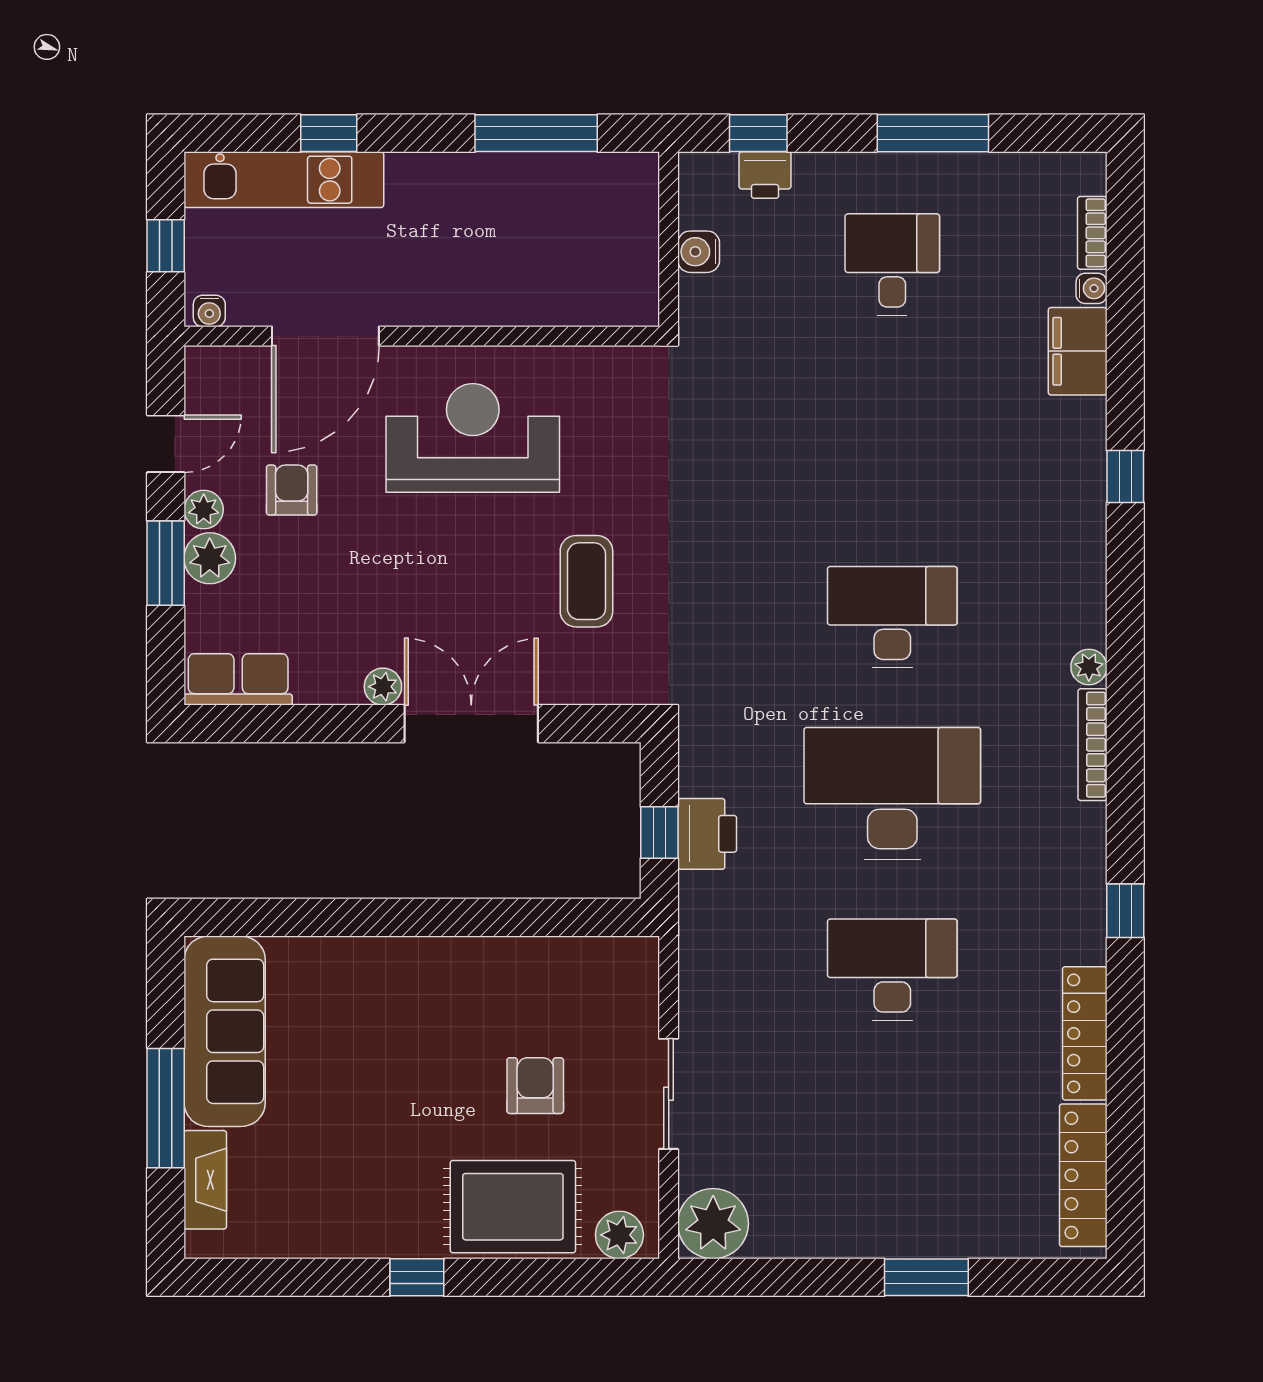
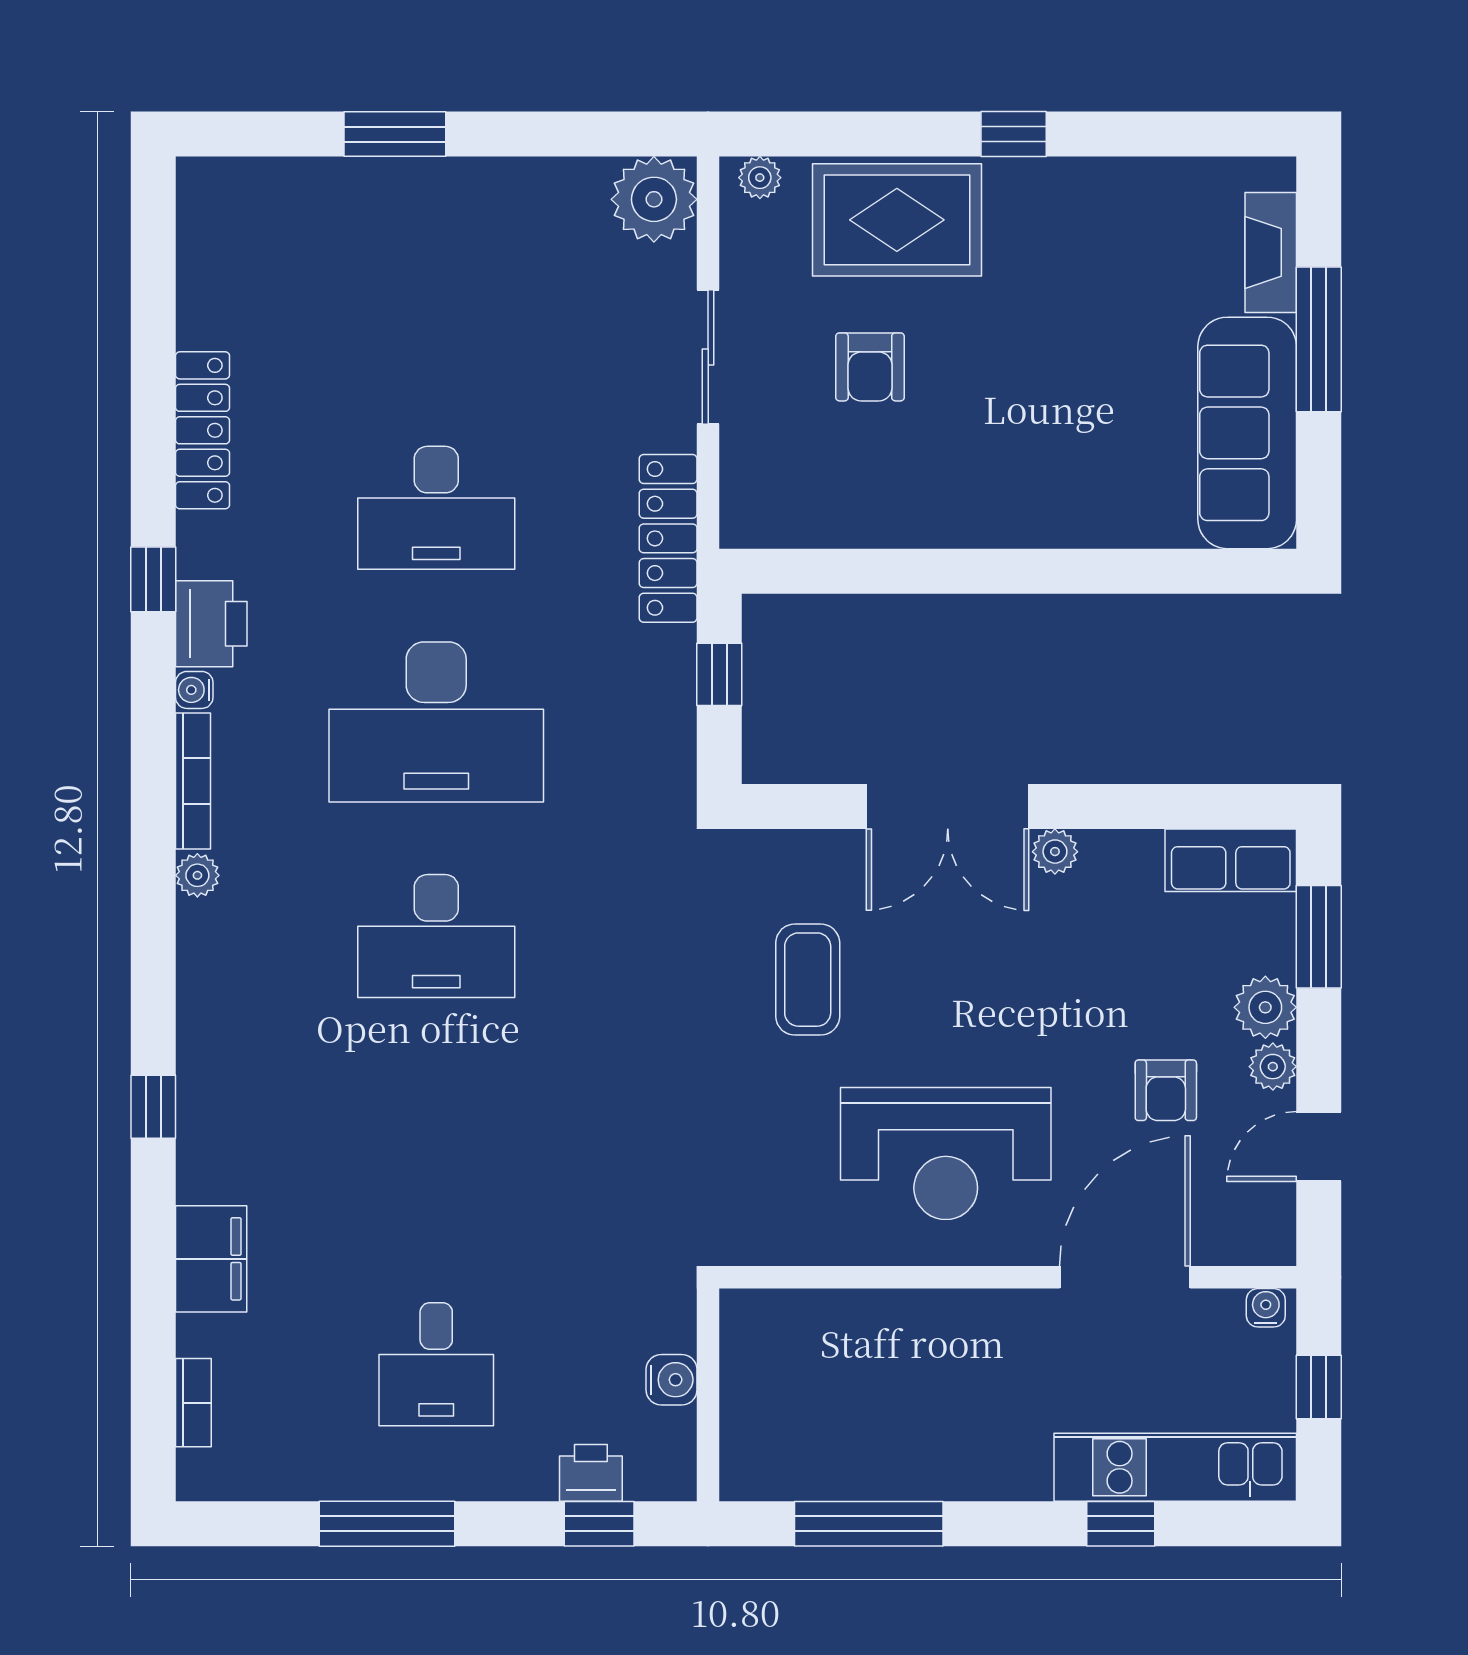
water cooler: (1092, 288) -> (194, 690), moved
window: (166, 563) -> (1319, 937), moved
printer: (707, 834) -> (211, 624), moved, turned 180
locker: (1083, 1175) -> (668, 538), moved, turned 180
plant: (619, 1235) -> (760, 178), width x0.73, depth x0.73

